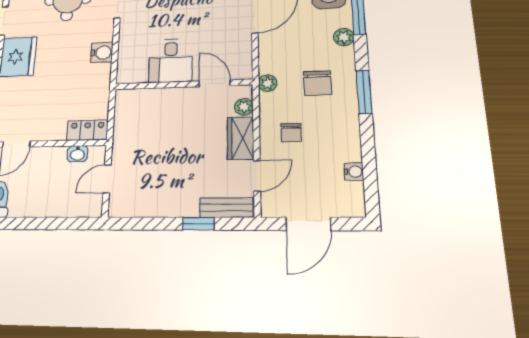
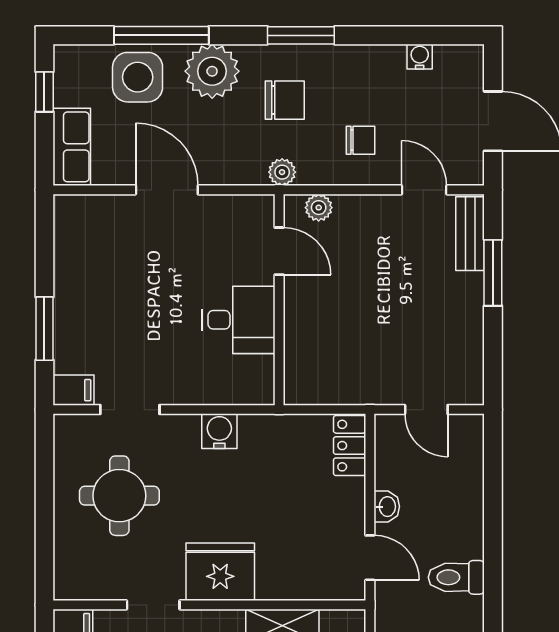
plant: (344, 37) -> (212, 71), width x1.88, depth x1.88
door: (215, 83) -> (279, 251), swing flipped
wardrobe: (240, 138) -> (367, 213), removed
washbasin: (77, 154) -> (387, 507), moved
window: (198, 224) -> (493, 273), width x1.50

